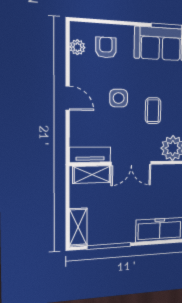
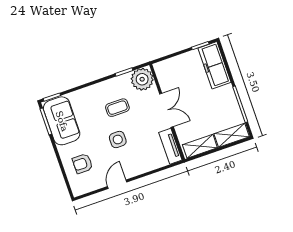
plant: (77, 47) -> (91, 185), removed
door: (68, 98) -> (117, 184), moved
shelving: (92, 174) -> (200, 146), moved, turned 90

